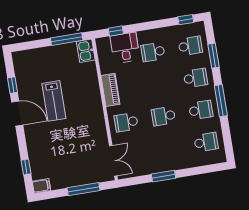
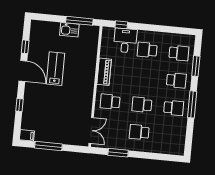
window: (186, 20) -> (181, 31), removed
kitchen sink: (86, 51) -> (69, 30), moved, turned -90
lab bench: (54, 101) -> (56, 69), turned 180
school desk: (206, 142) -> (139, 132), moved, turned 180
window: (26, 167) -> (20, 105), moved
window: (163, 176) -> (118, 153), moved
window: (84, 189) -> (48, 146), moved

